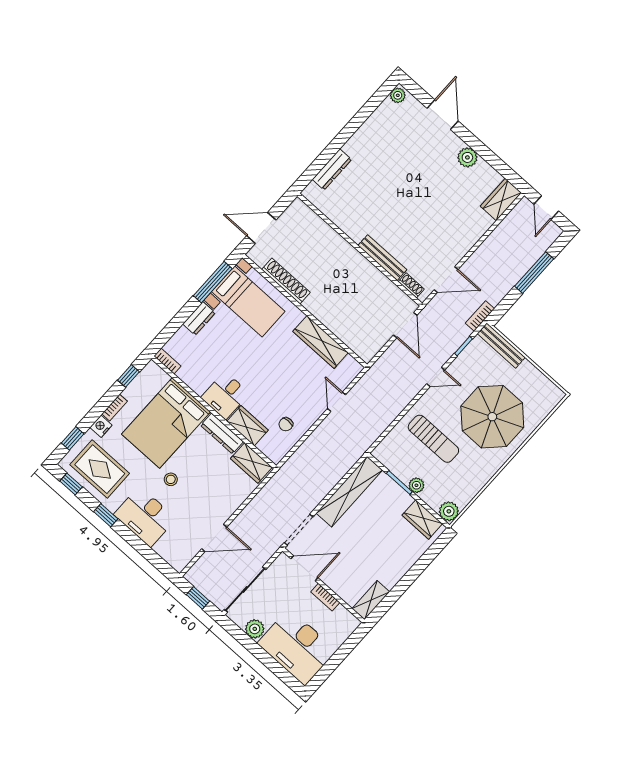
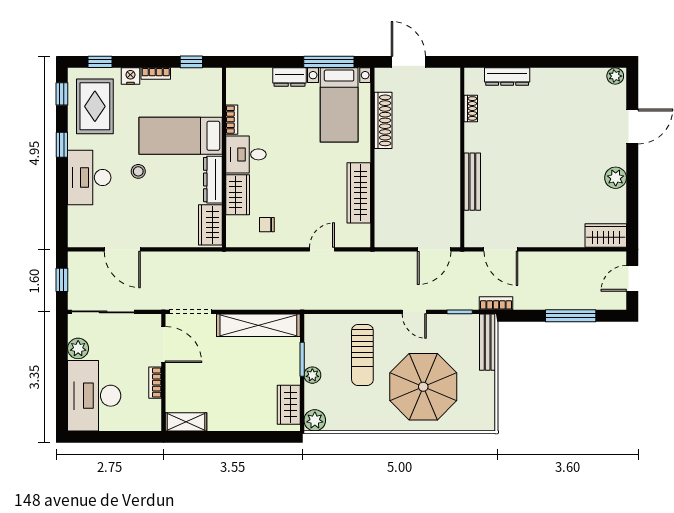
shoe rack: (411, 285) -> (471, 108), moved
bookcase: (167, 361) -> (232, 120), moved
bed: (166, 423) -> (181, 136), width x0.67

